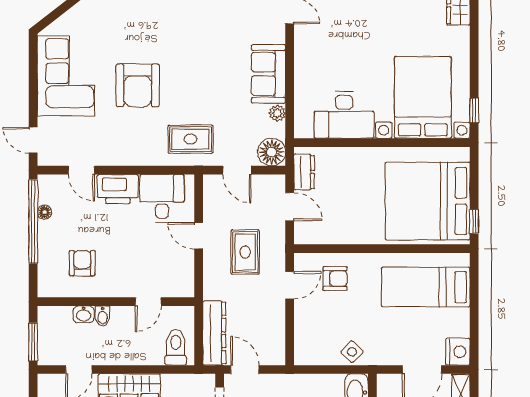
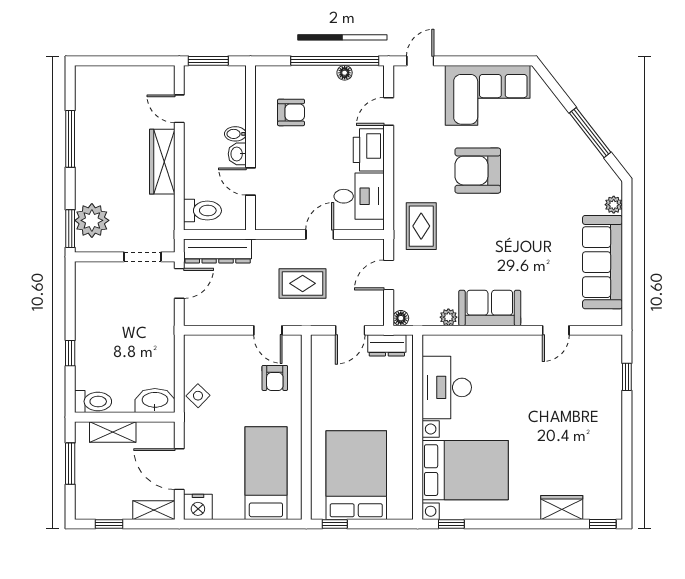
floor lamp: (272, 152) -> (401, 318), width x0.53, depth x0.53
bed: (428, 201) -> (356, 475), width x0.73
washbasin: (84, 314) -> (237, 154), moved

